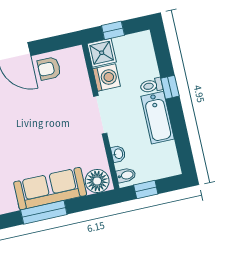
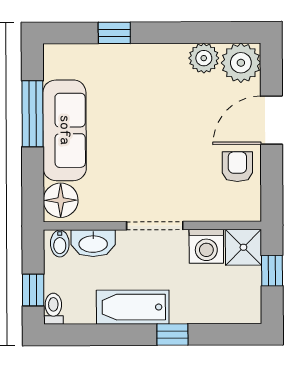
toilet: (151, 86) -> (53, 309), moved
washbasin: (118, 154) -> (93, 243), width x1.91, depth x1.45
window: (146, 189) -> (33, 290), moved

